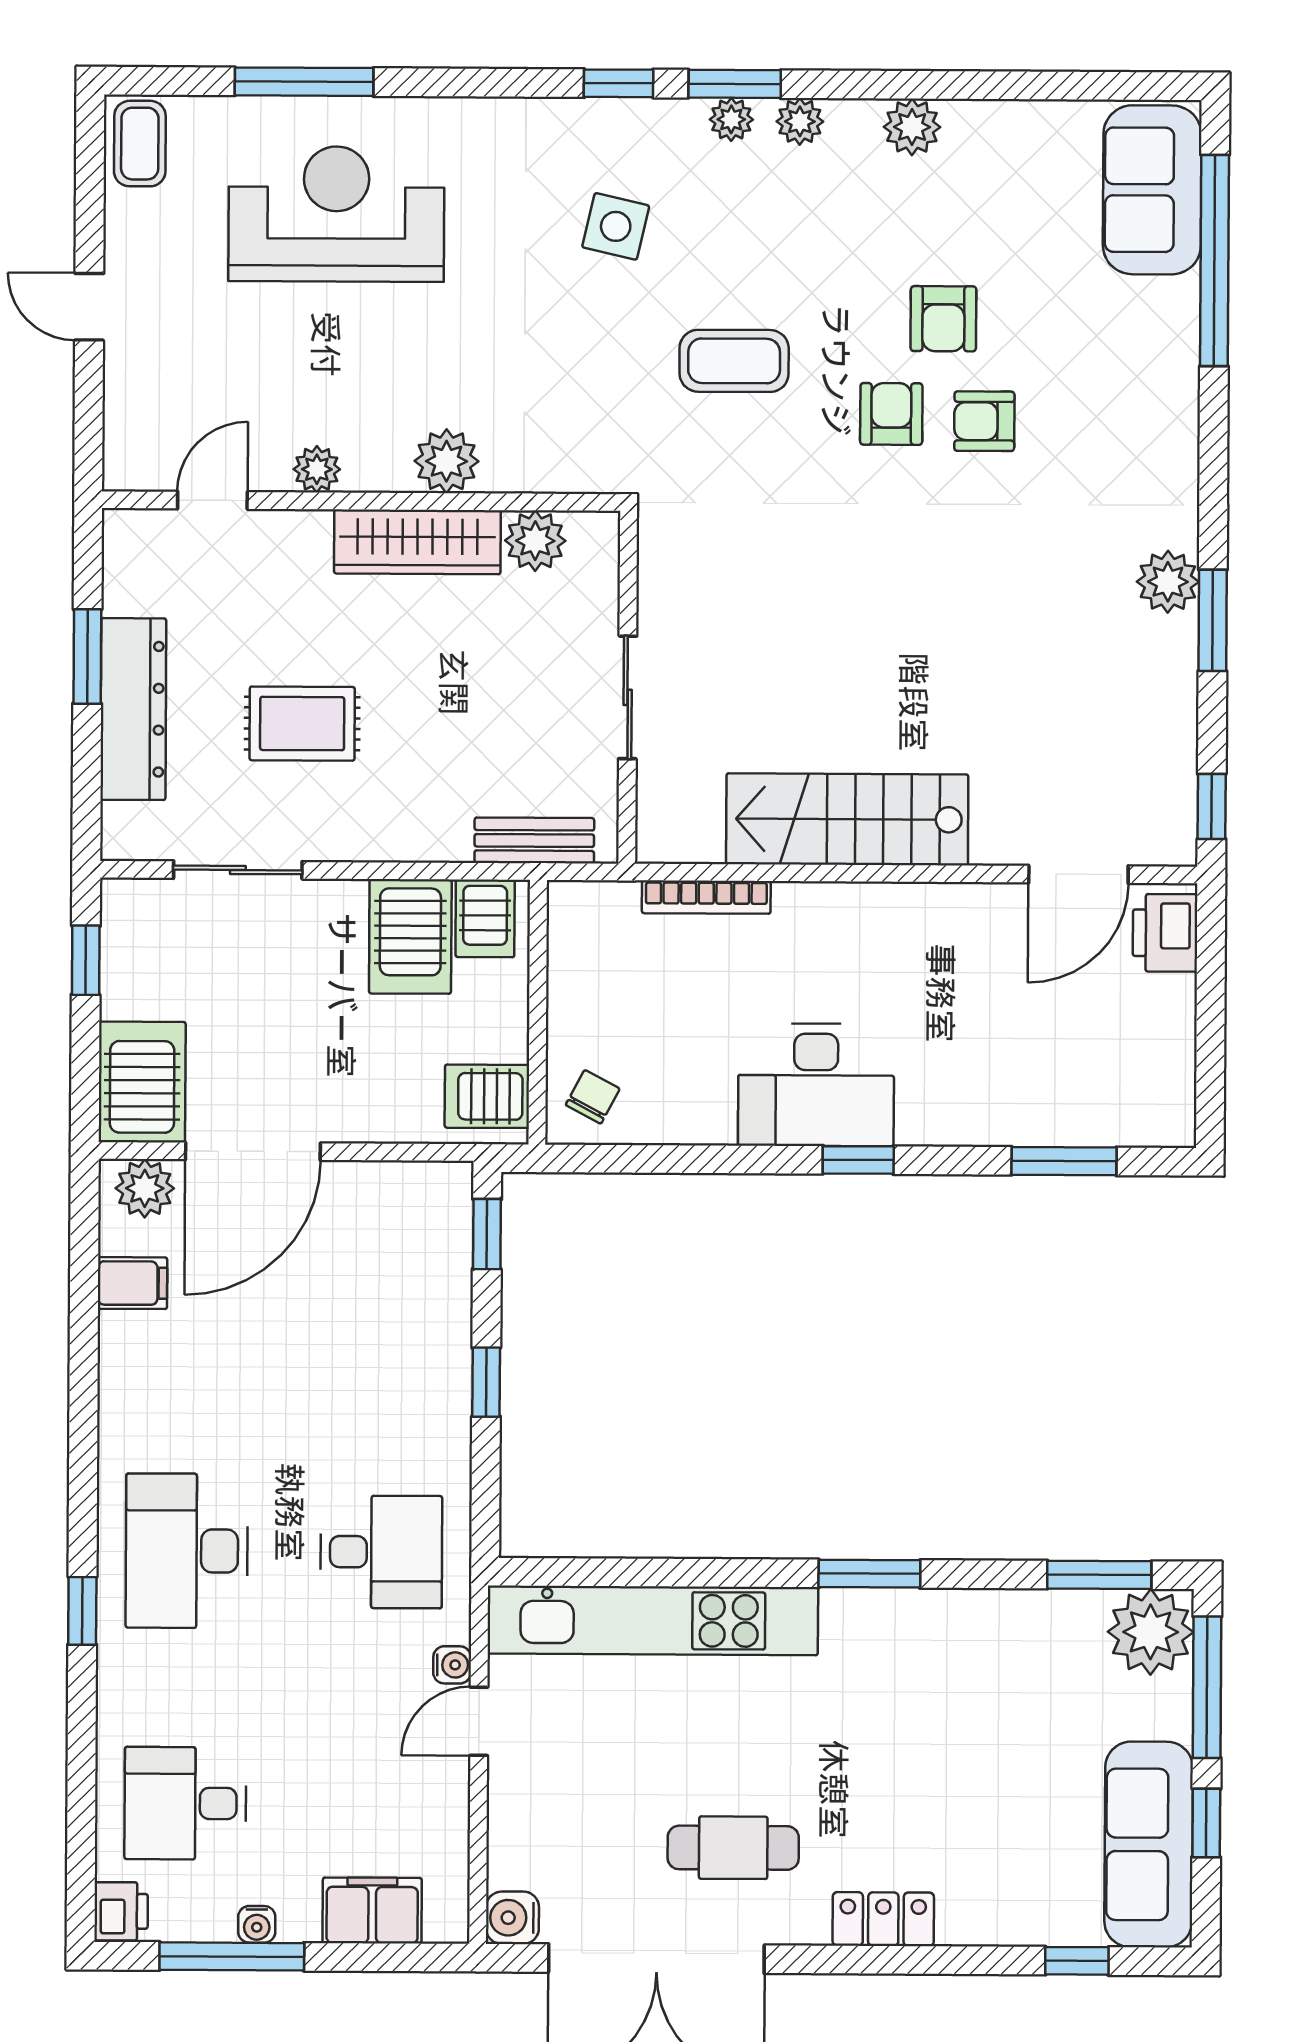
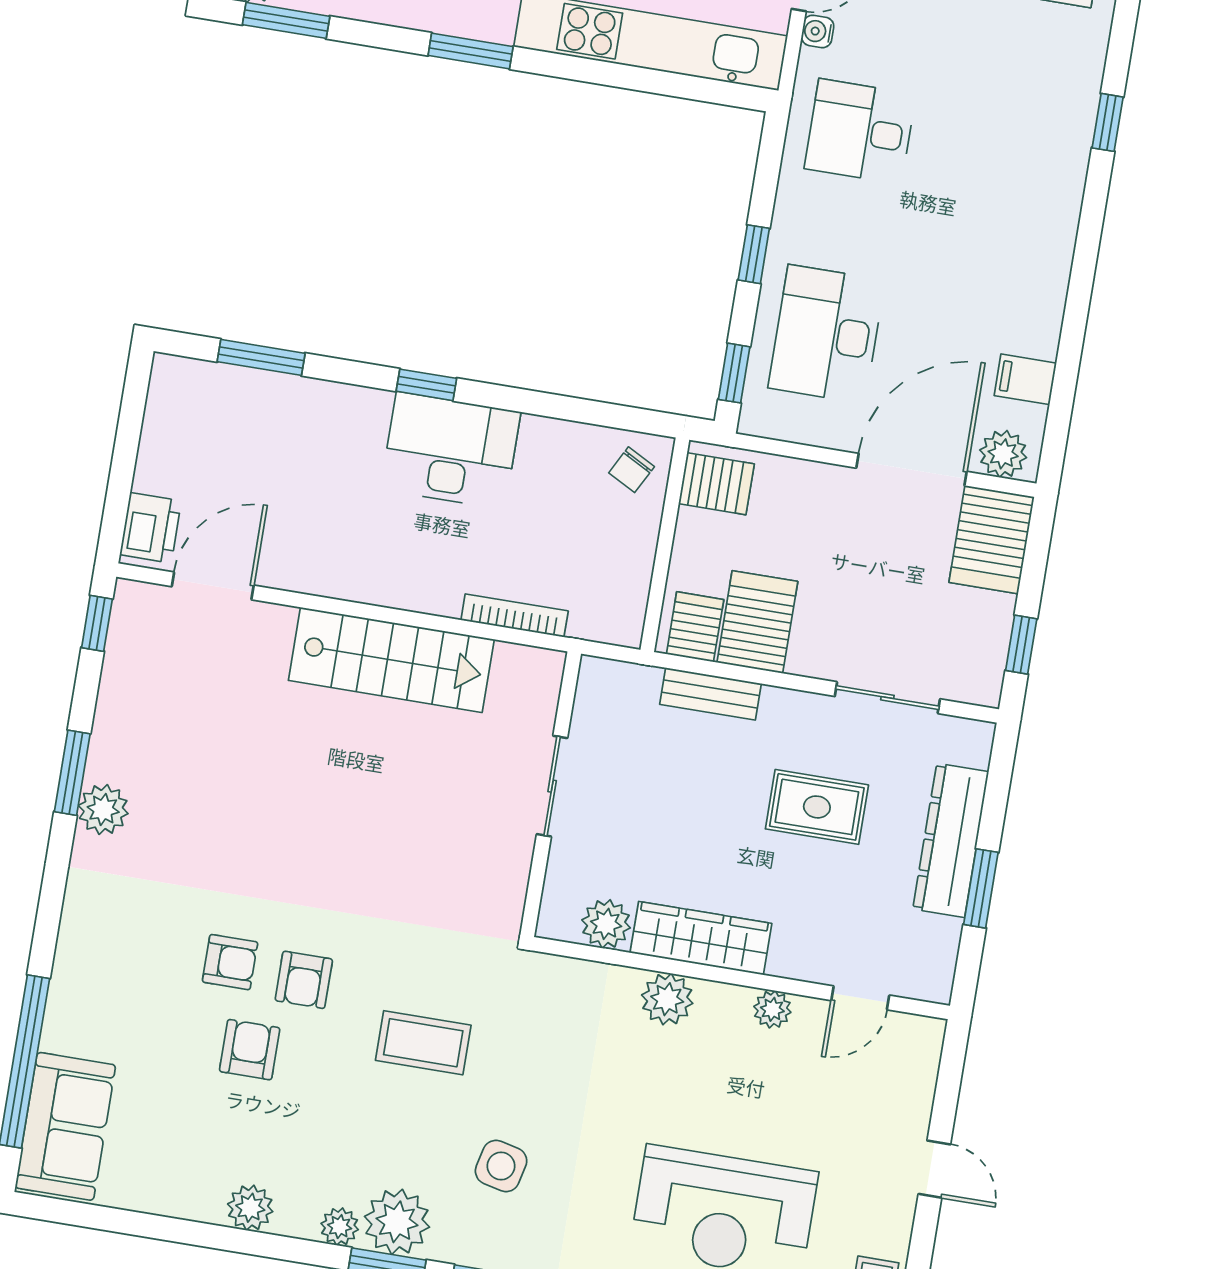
plant: (731, 119) -> (397, 1222), width x1.87, depth x1.87
bench: (534, 840) -> (710, 694), moved
desk: (187, 1551) -> (826, 334), moved, turned 180

